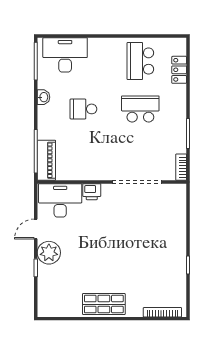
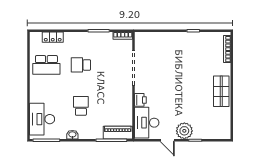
school desk: (83, 109) -> (81, 106), turned 180
school desk: (140, 109) -> (81, 65), width x0.54

